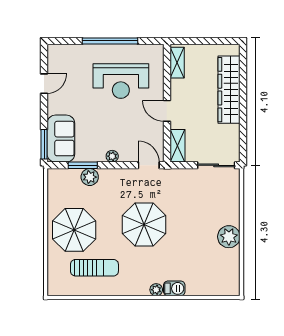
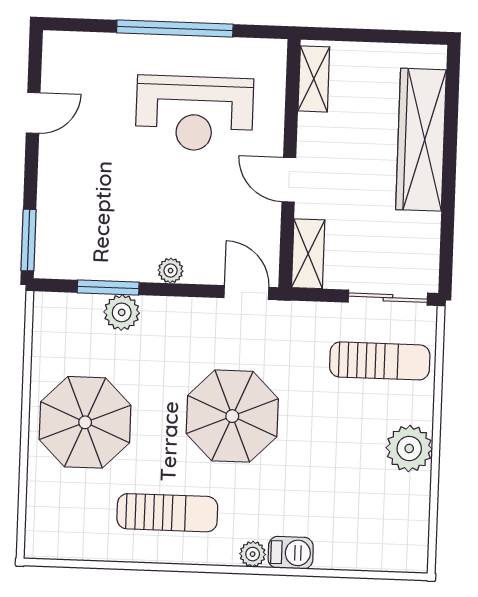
sofa: (61, 139) -> (64, 230), removed
sun lounger: (213, 196) -> (380, 361), added
sun lounger: (94, 268) -> (167, 513), moved

